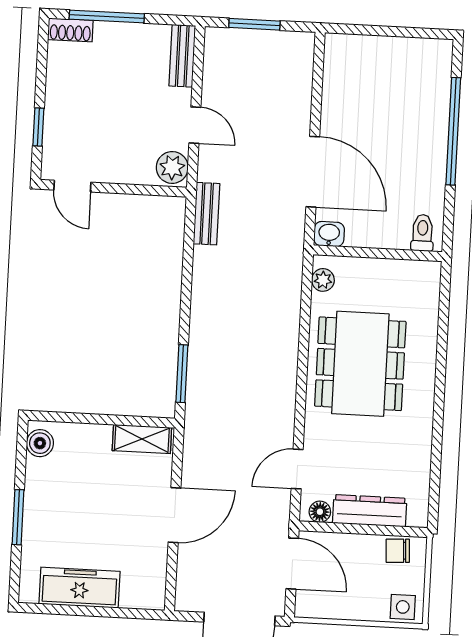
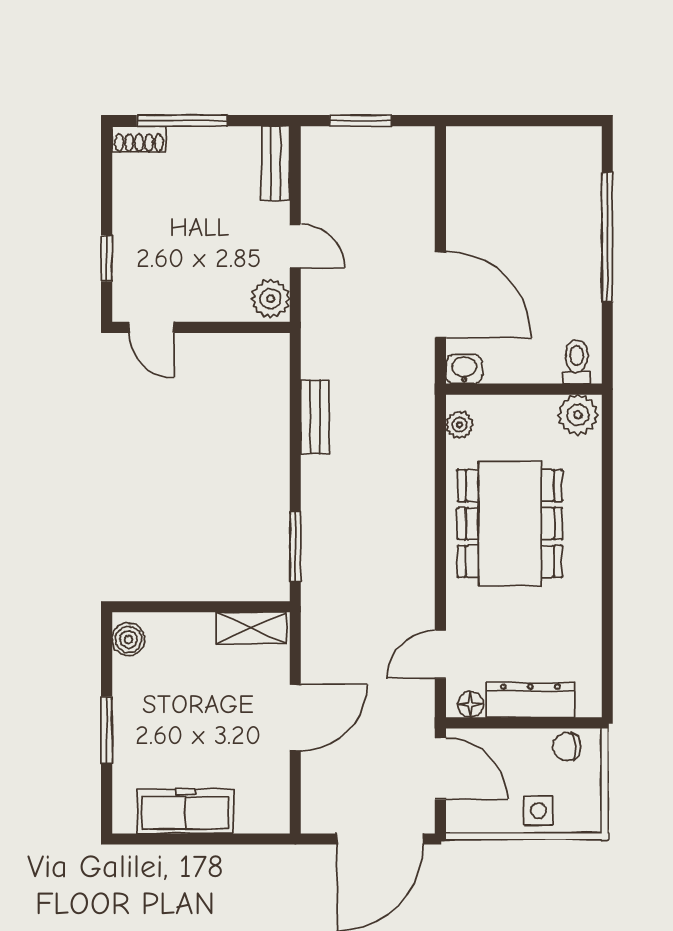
bench: (207, 214) -> (315, 417), moved
plant: (421, 277) -> (578, 415), added
side table: (403, 607) -> (539, 811), moved

